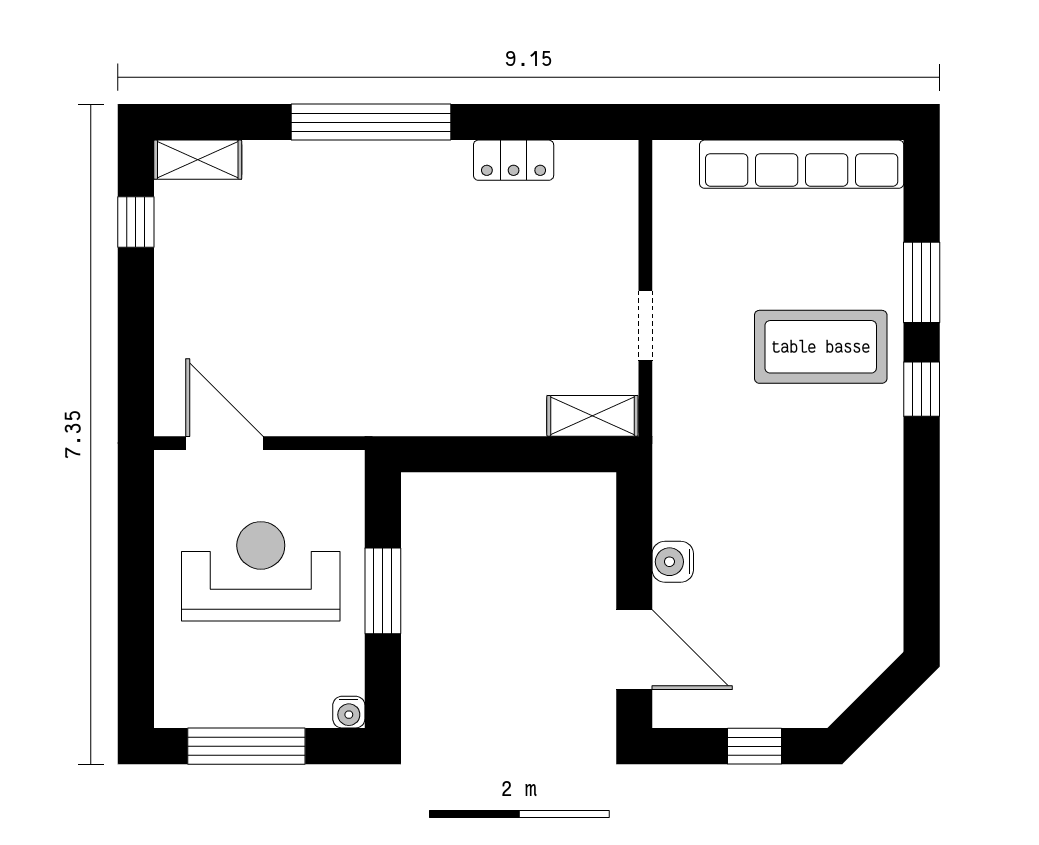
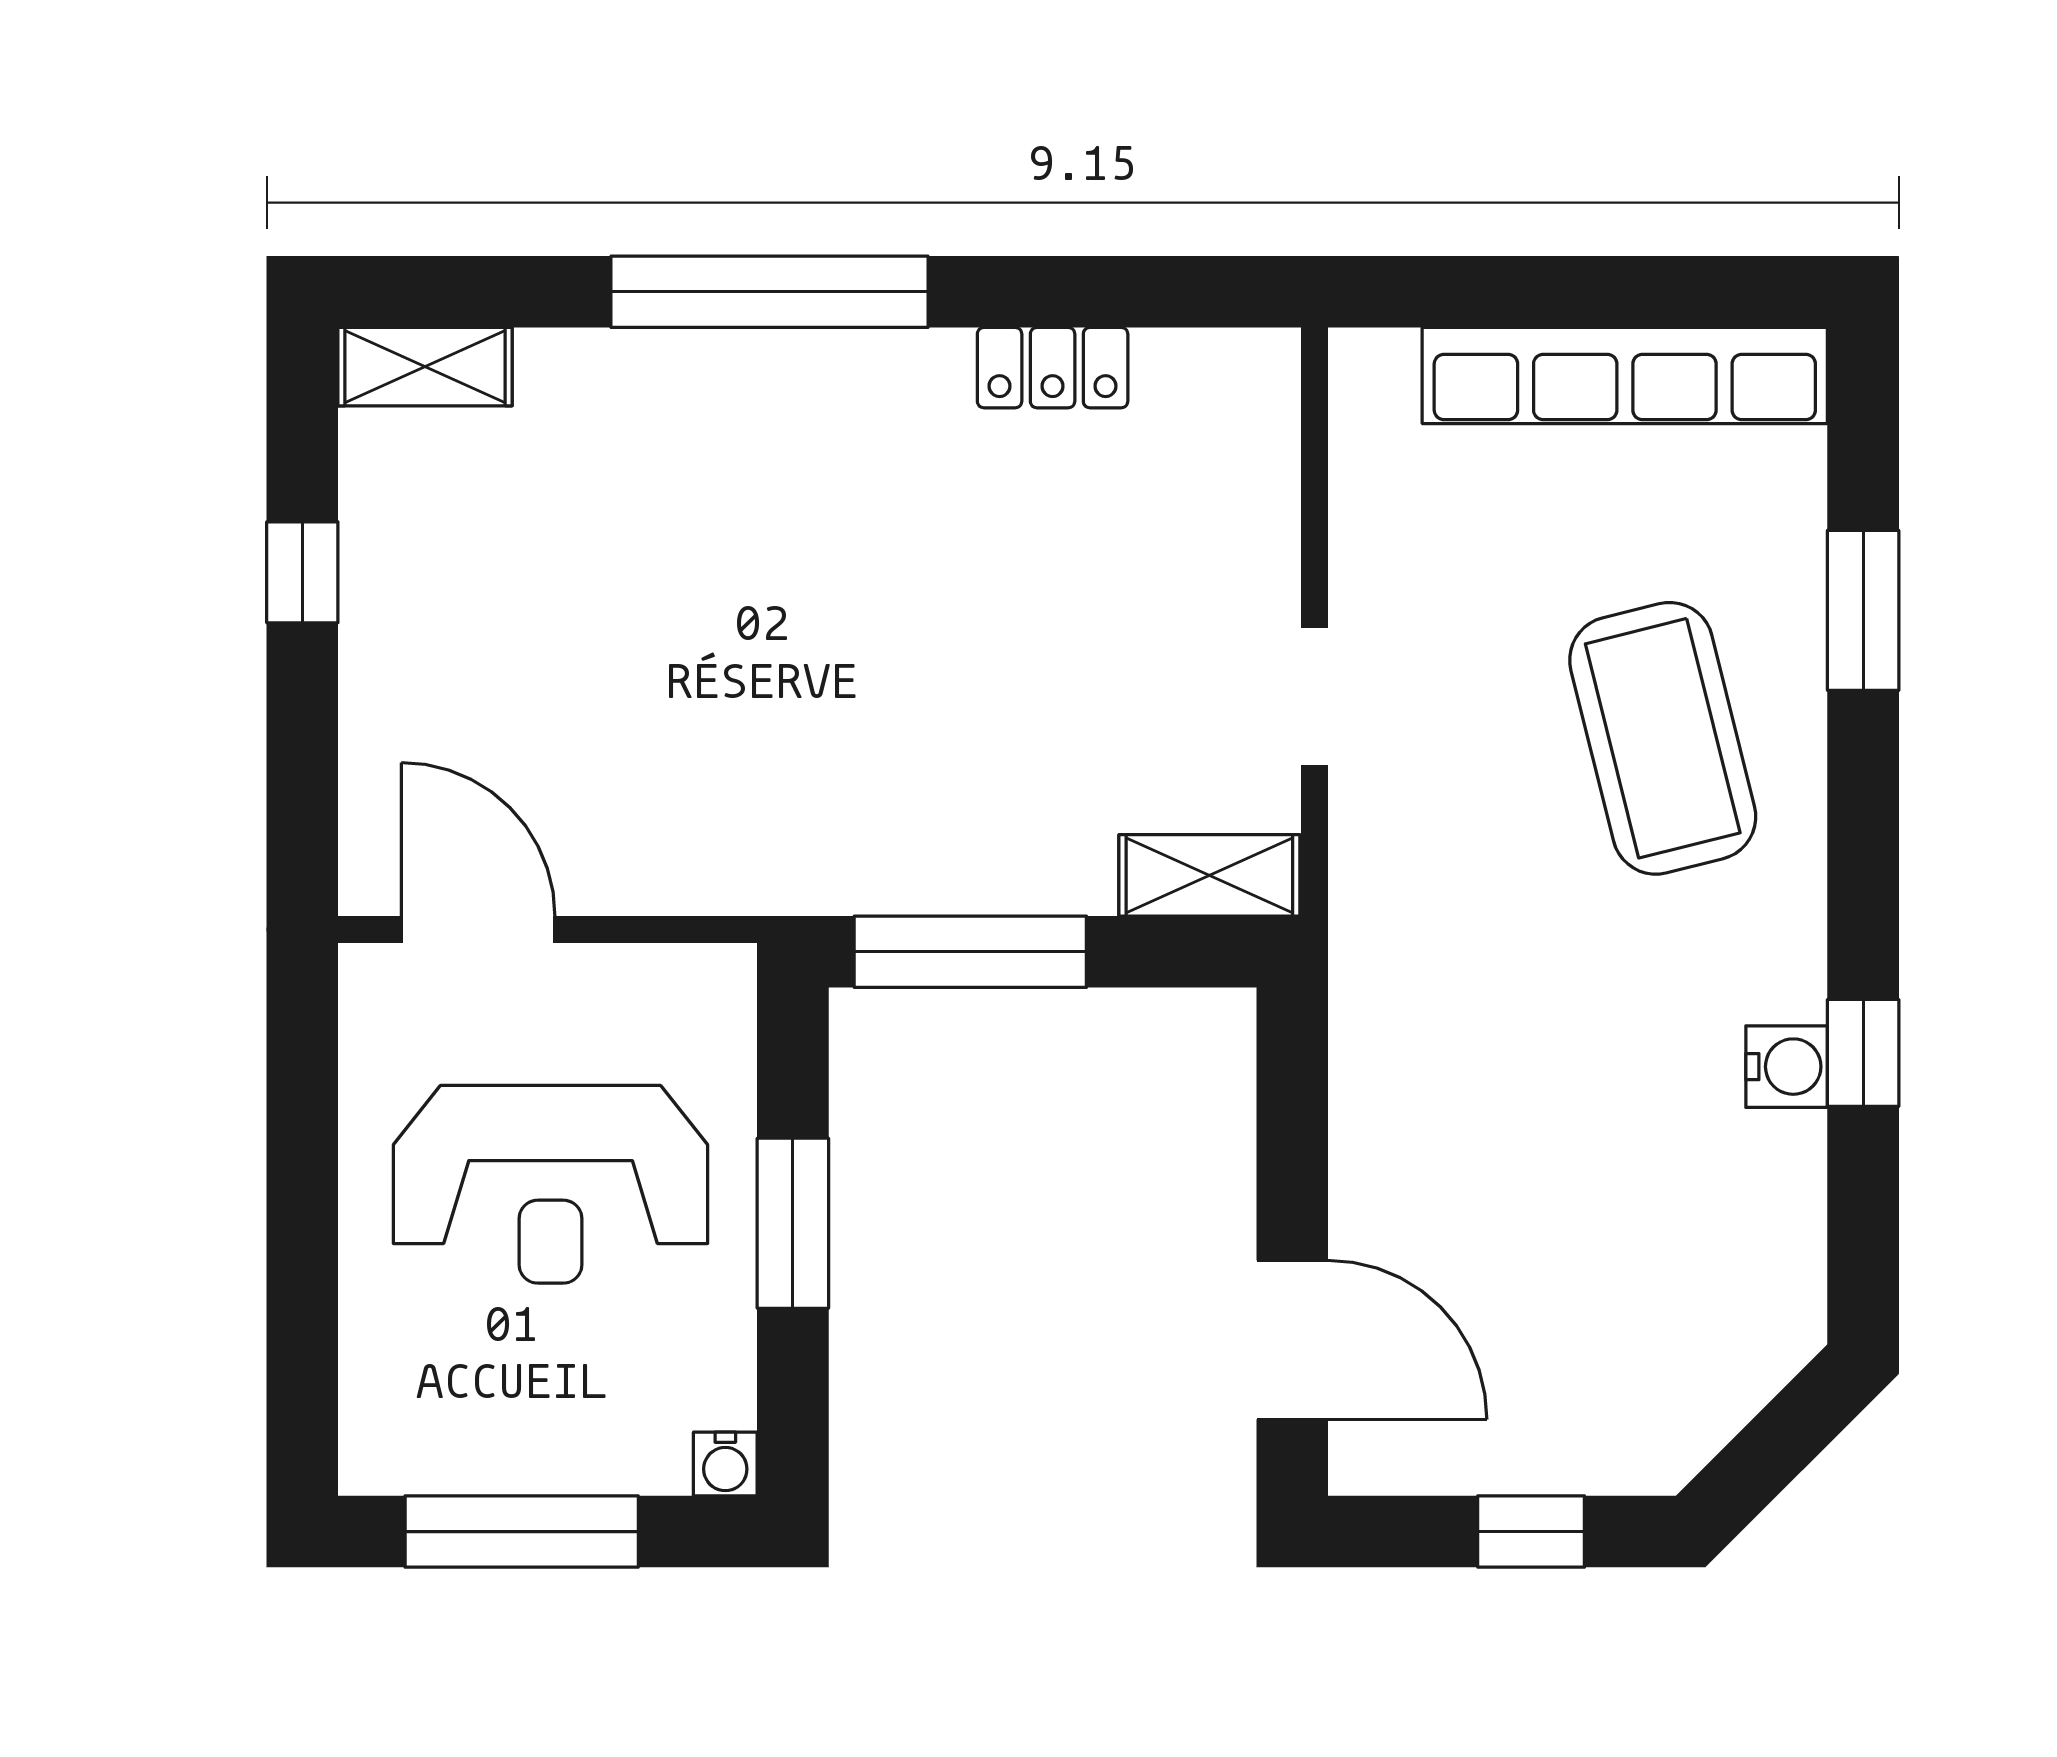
window: (136, 222) -> (302, 572), moved
coffee table: (821, 347) -> (1663, 738), turned 76
window: (922, 389) -> (1863, 1053), moved
window: (472, 454) -> (970, 952), added
water cooler: (673, 562) -> (1787, 1067), moved, turned 180
reception desk: (261, 571) -> (551, 1184), turned 180

